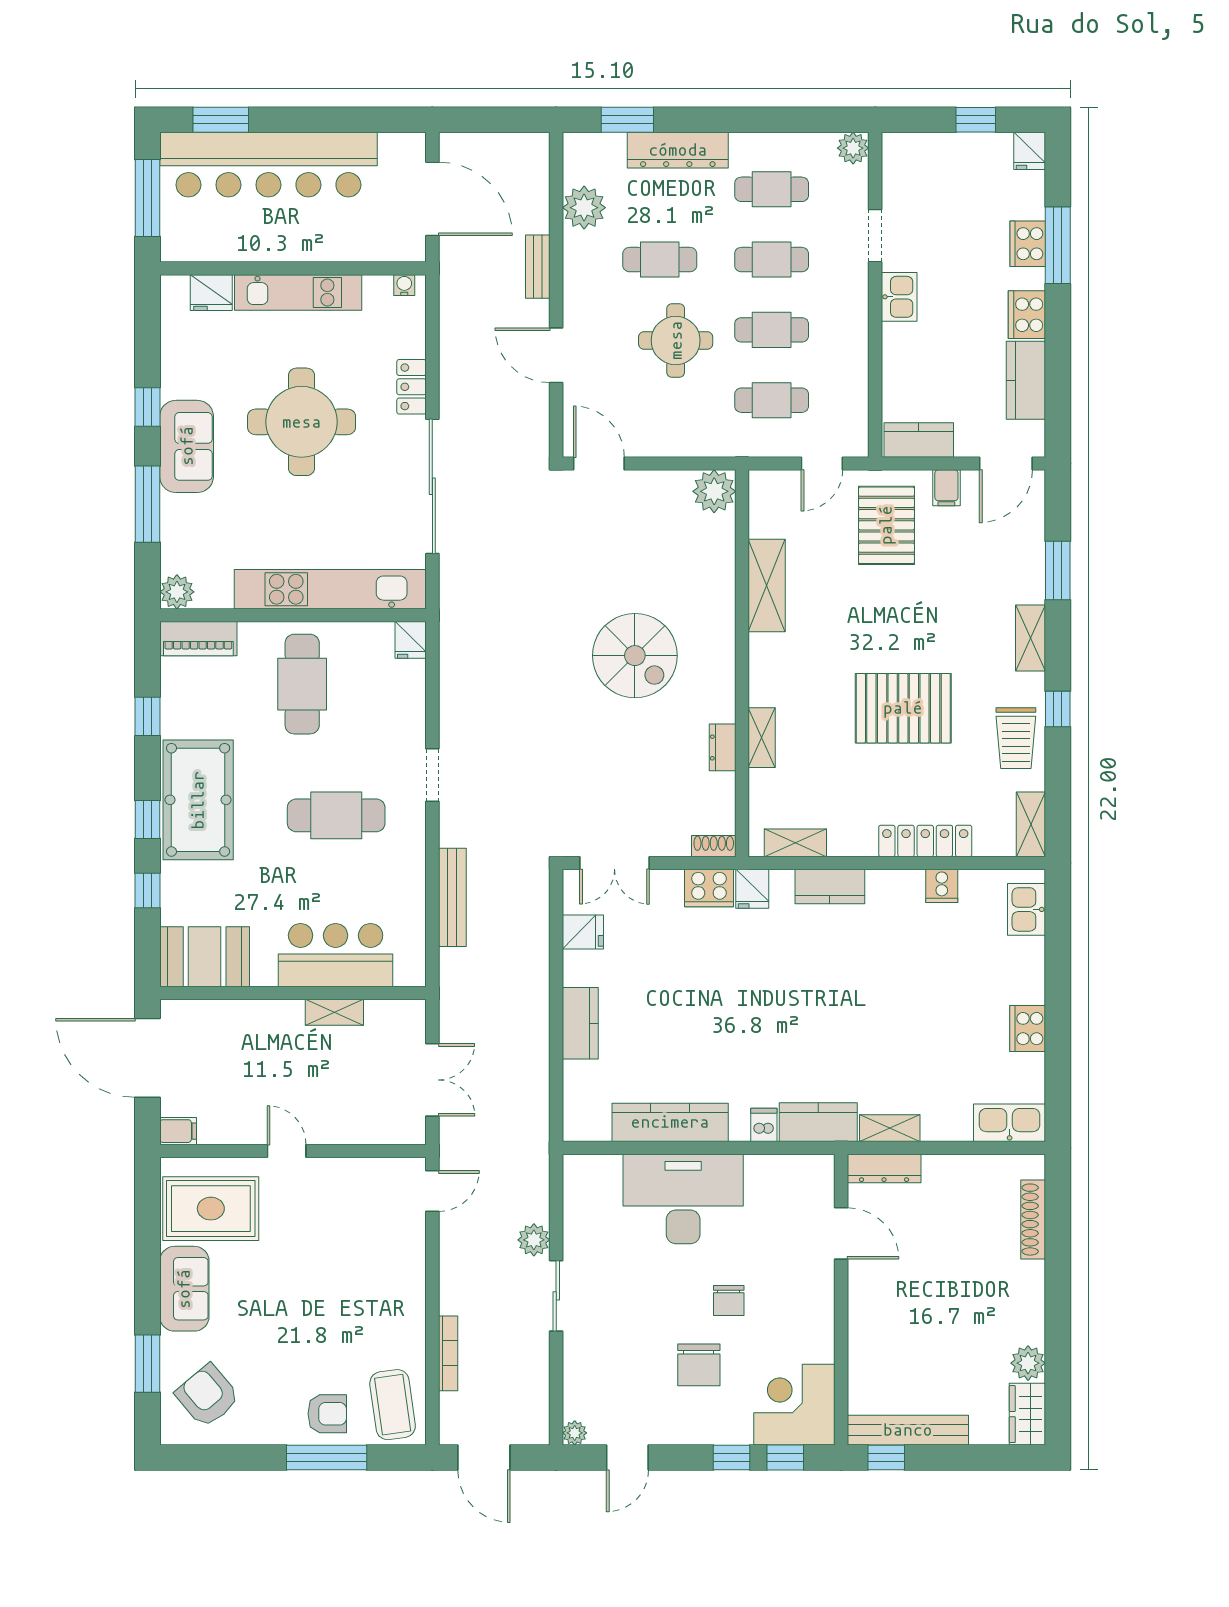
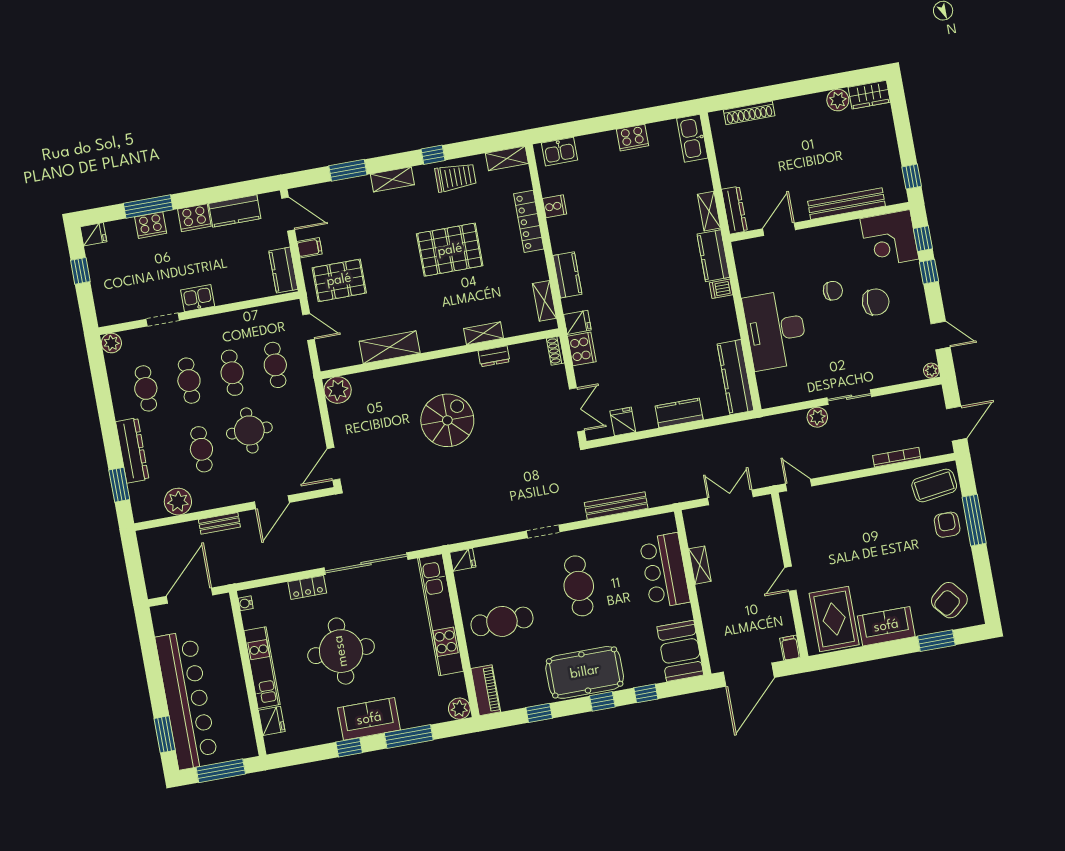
pallet: (903, 708) -> (450, 250), turned 90
kitchen counter: (670, 1122) -> (736, 377), moved
bench: (908, 1430) -> (846, 204), moved, turned 90

